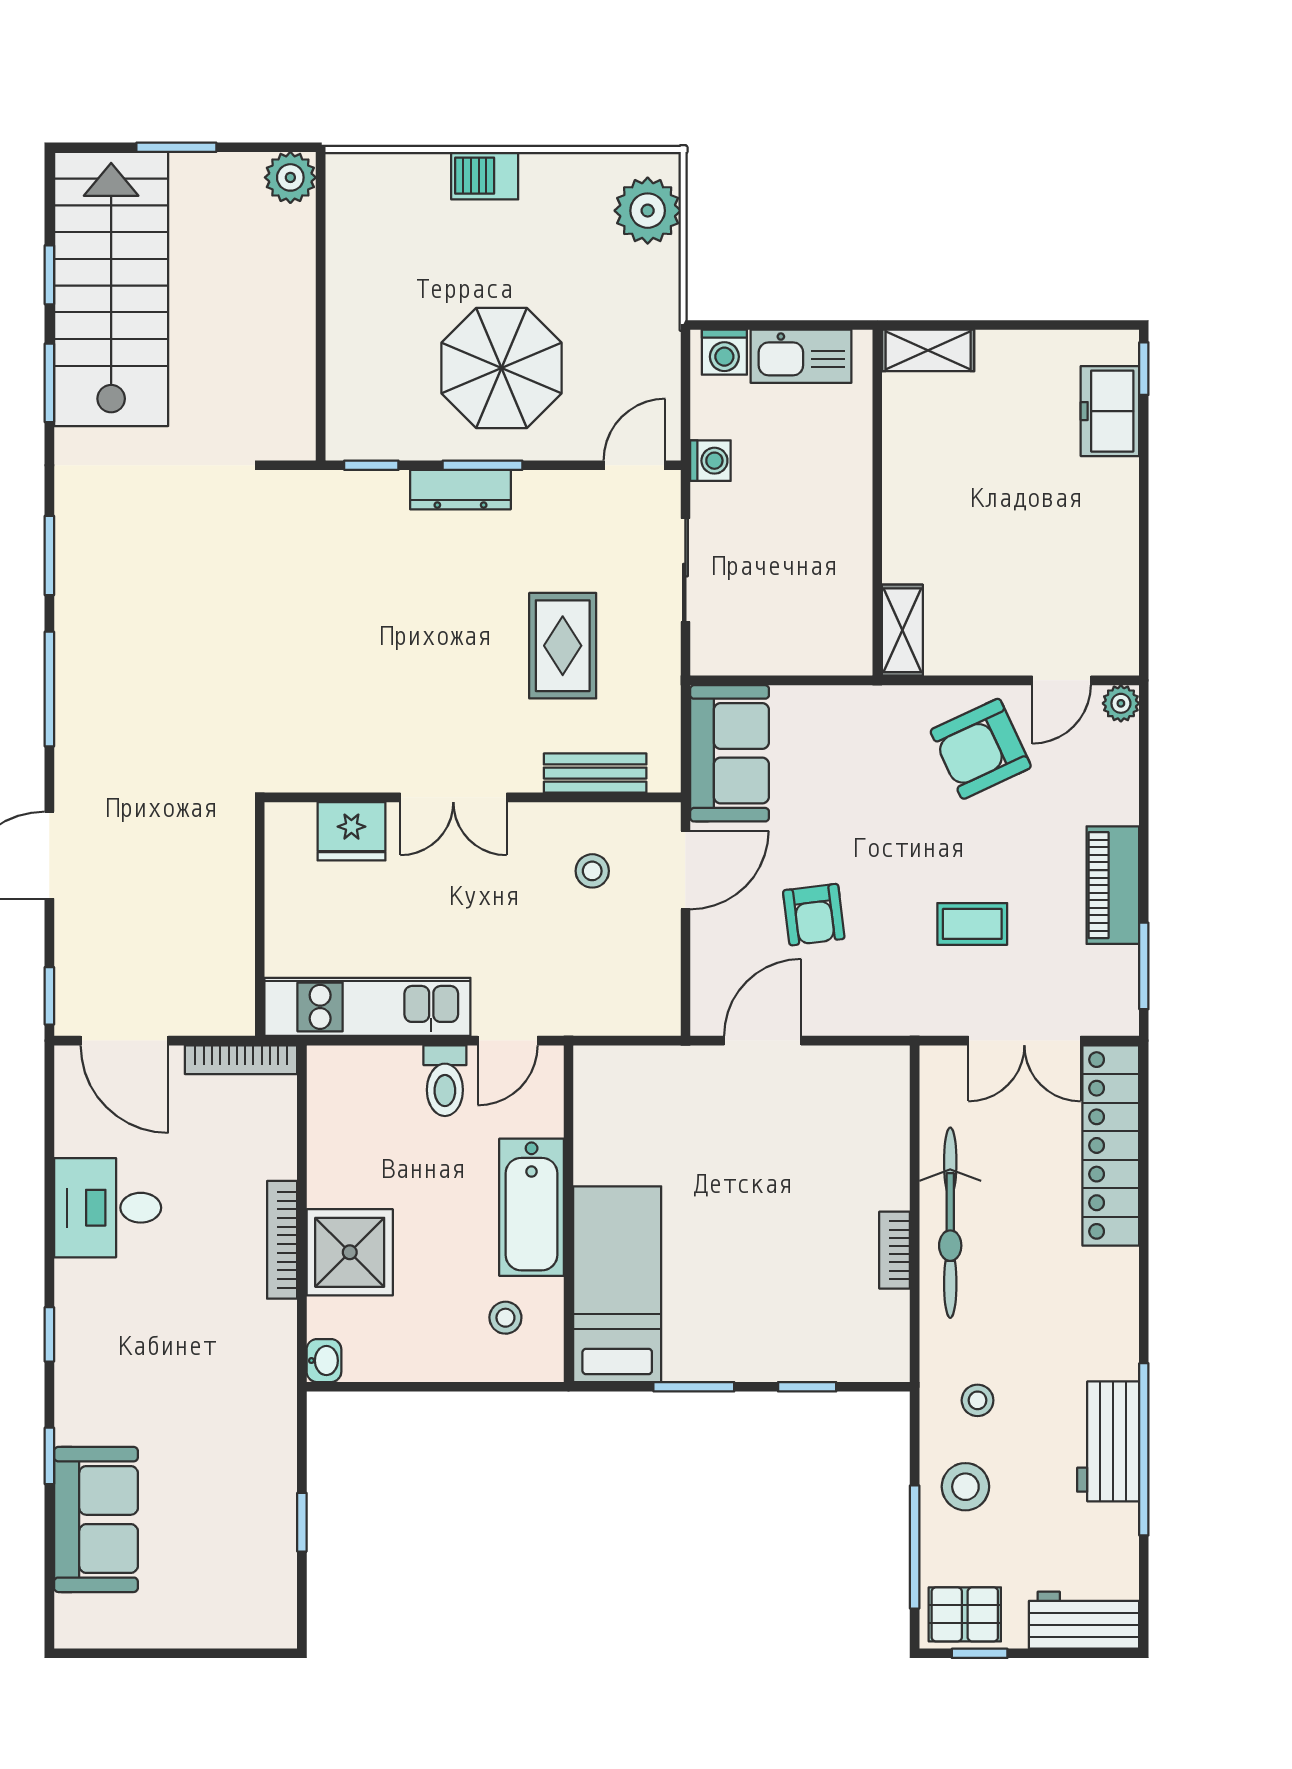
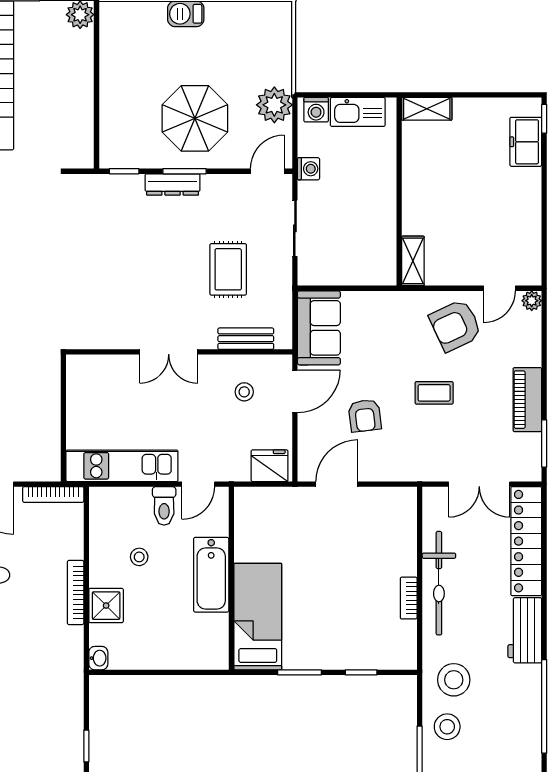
plant: (648, 211) -> (274, 105), moved
fridge: (351, 831) -> (270, 466), moved, turned 180
coffee table: (972, 924) -> (434, 393), moved
shower: (350, 1252) -> (106, 606), width x0.73, depth x0.73
stool: (505, 1318) -> (139, 557), moved
stool: (978, 1400) -> (454, 680), width x1.89, depth x1.89
workbench: (1108, 1441) -> (525, 630), moved

